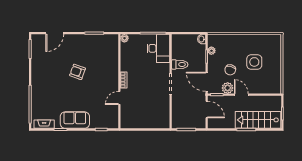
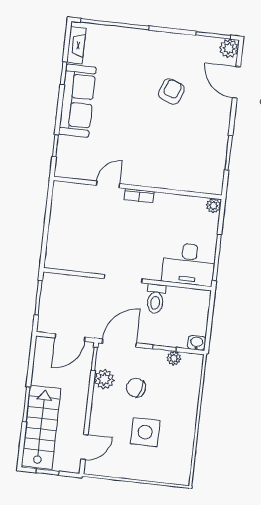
plant: (36, 39) -> (229, 48), added
armchair: (78, 72) -> (171, 91), moved
door: (241, 95) -> (85, 447), moved
door: (119, 98) -> (108, 184), hinge flipped
sofa: (75, 120) -> (77, 101), width x1.36

